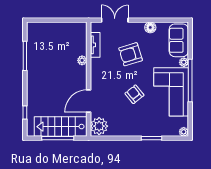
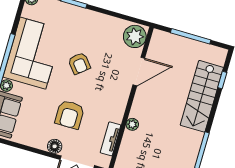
floor lamp: (150, 27) -> (55, 146), moved
armchair: (131, 54) -> (70, 115), turned 107
stairs: (61, 127) -> (202, 96), moved, turned 90

